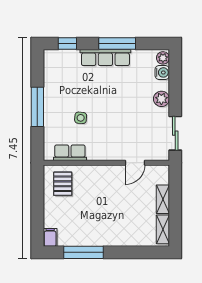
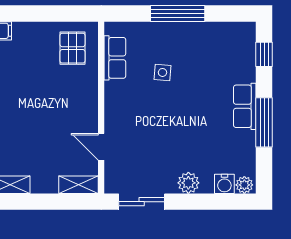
row of seats: (105, 58) -> (245, 106), width x0.68
pallet: (63, 184) -> (72, 48), turned 90
shelving: (163, 199) -> (79, 185), moved

